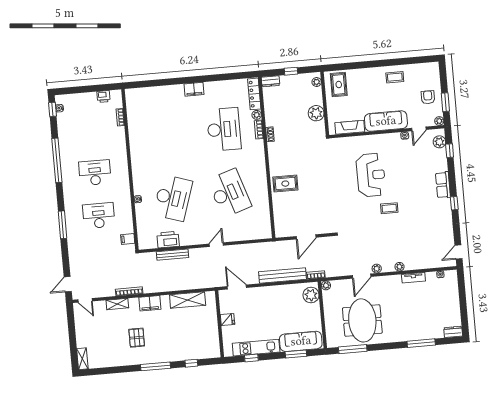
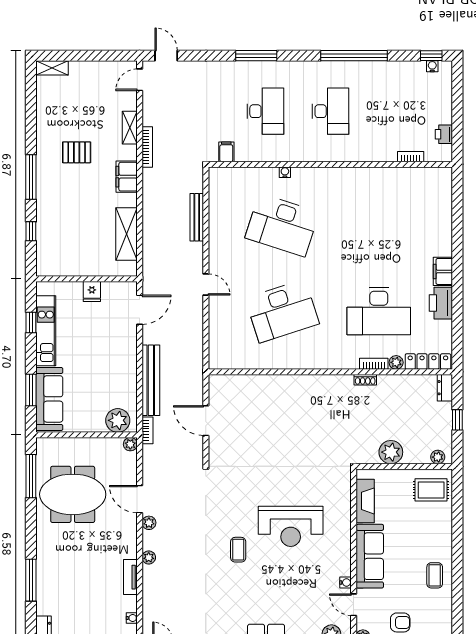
rug: (285, 184) -> (289, 397), removed
printer: (168, 240) -> (441, 303), moved, turned 180

